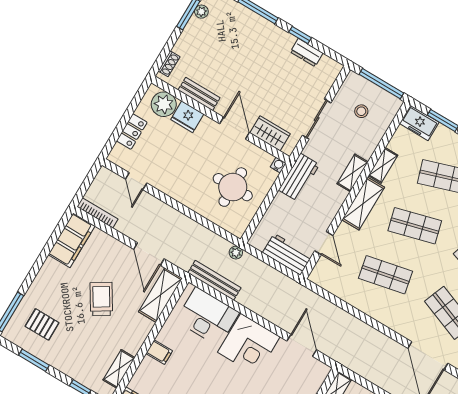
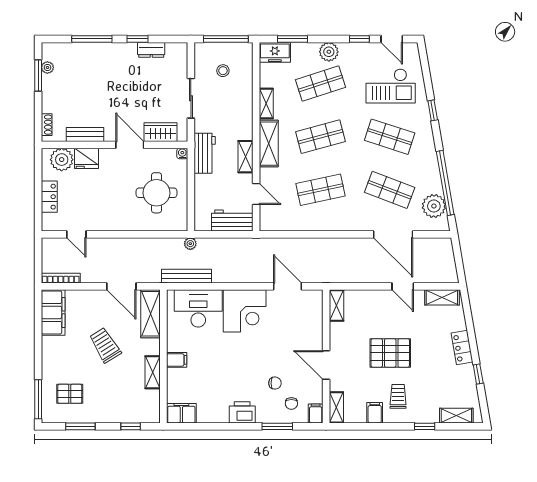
shelving: (353, 173) -> (245, 157), moved
shelving: (119, 369) -> (153, 372), moved

